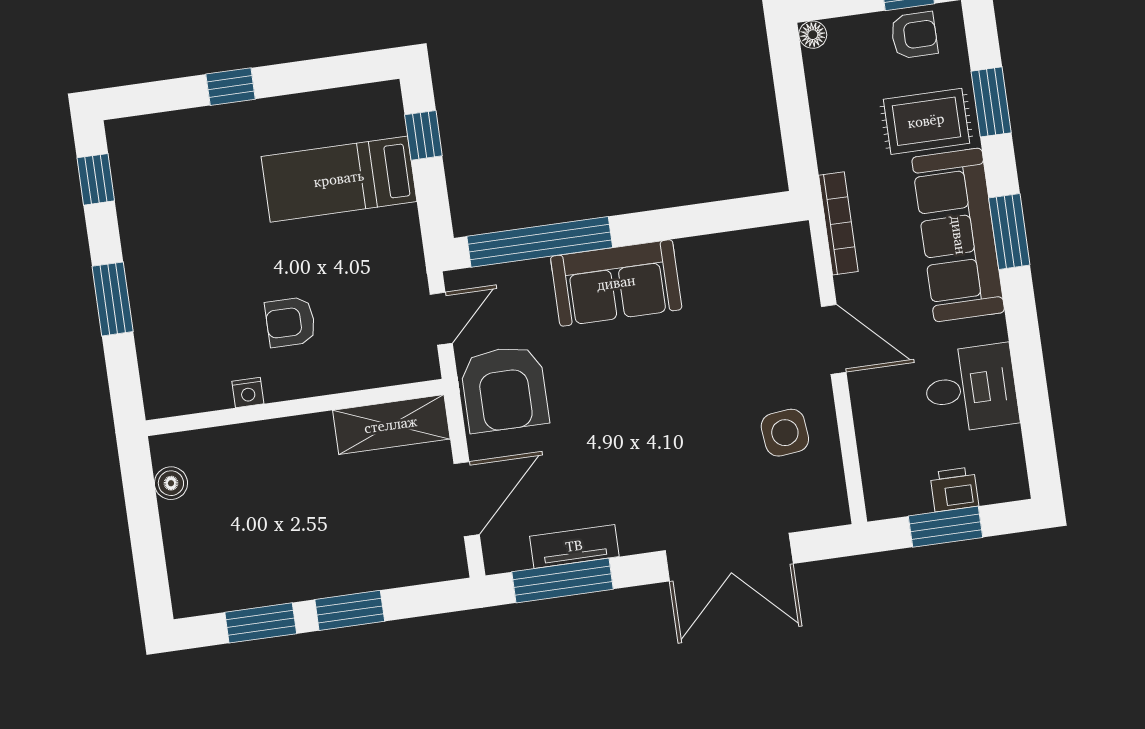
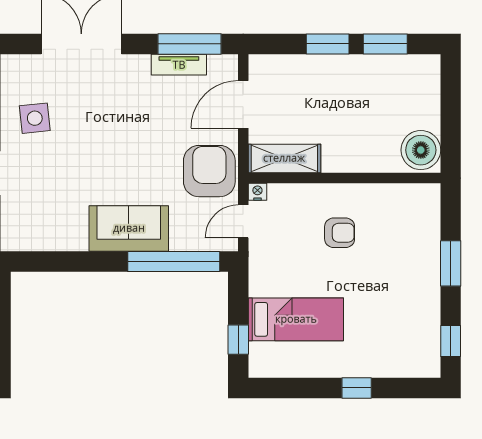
nightstand: (248, 393) -> (257, 192), moved
boiler: (171, 483) -> (421, 150), width x1.86, depth x1.86

